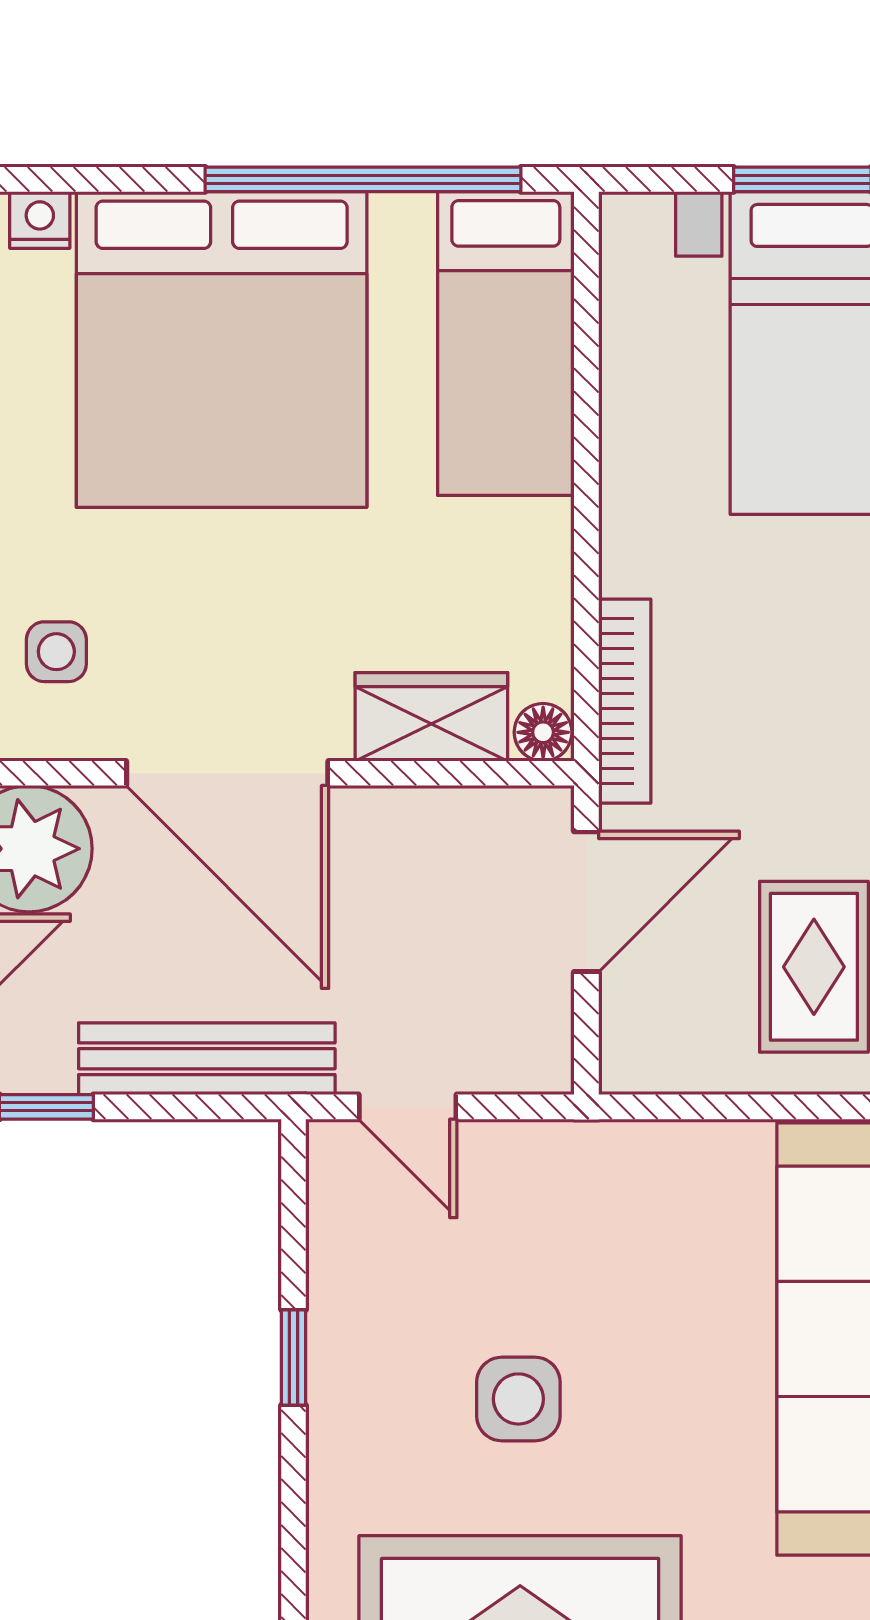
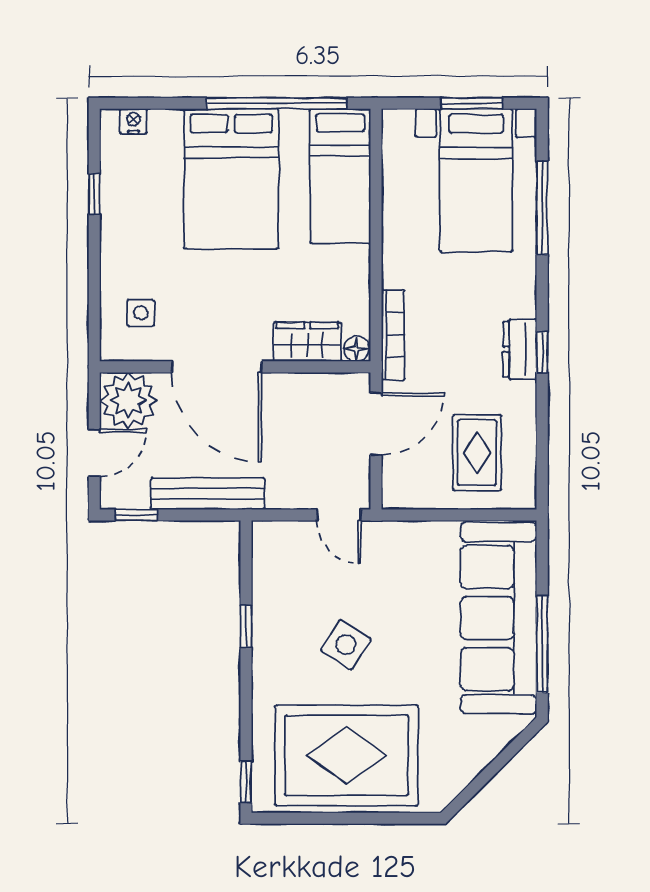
bed: (222, 349) -> (231, 179), width x0.73
door: (408, 1107) -> (339, 515), moved
side table: (518, 1399) -> (346, 645), turned 32

